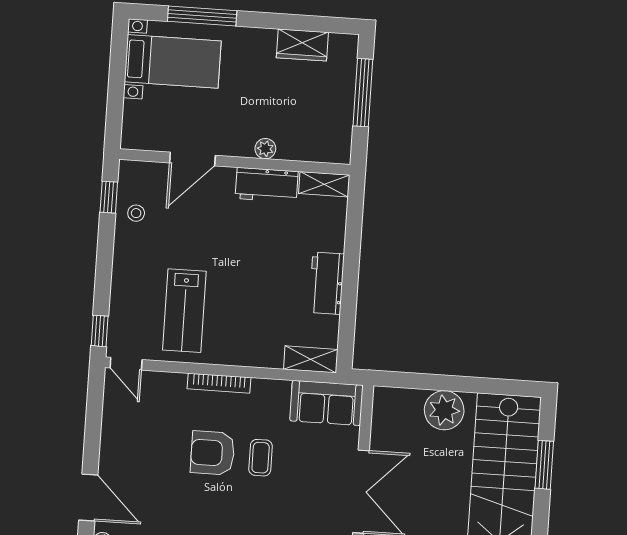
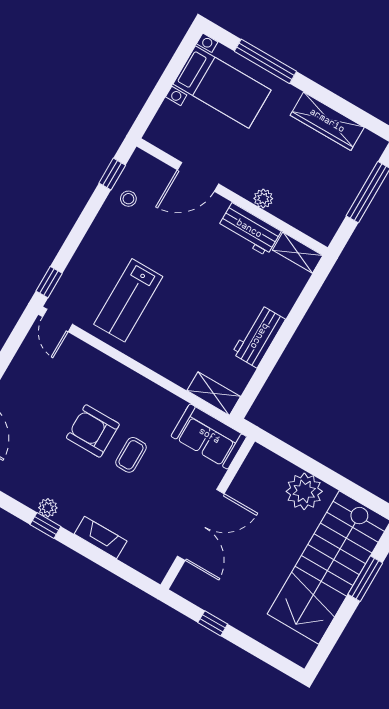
wardrobe: (302, 45) -> (327, 121), width x1.50
bookcase: (219, 383) -> (127, 375), removed

